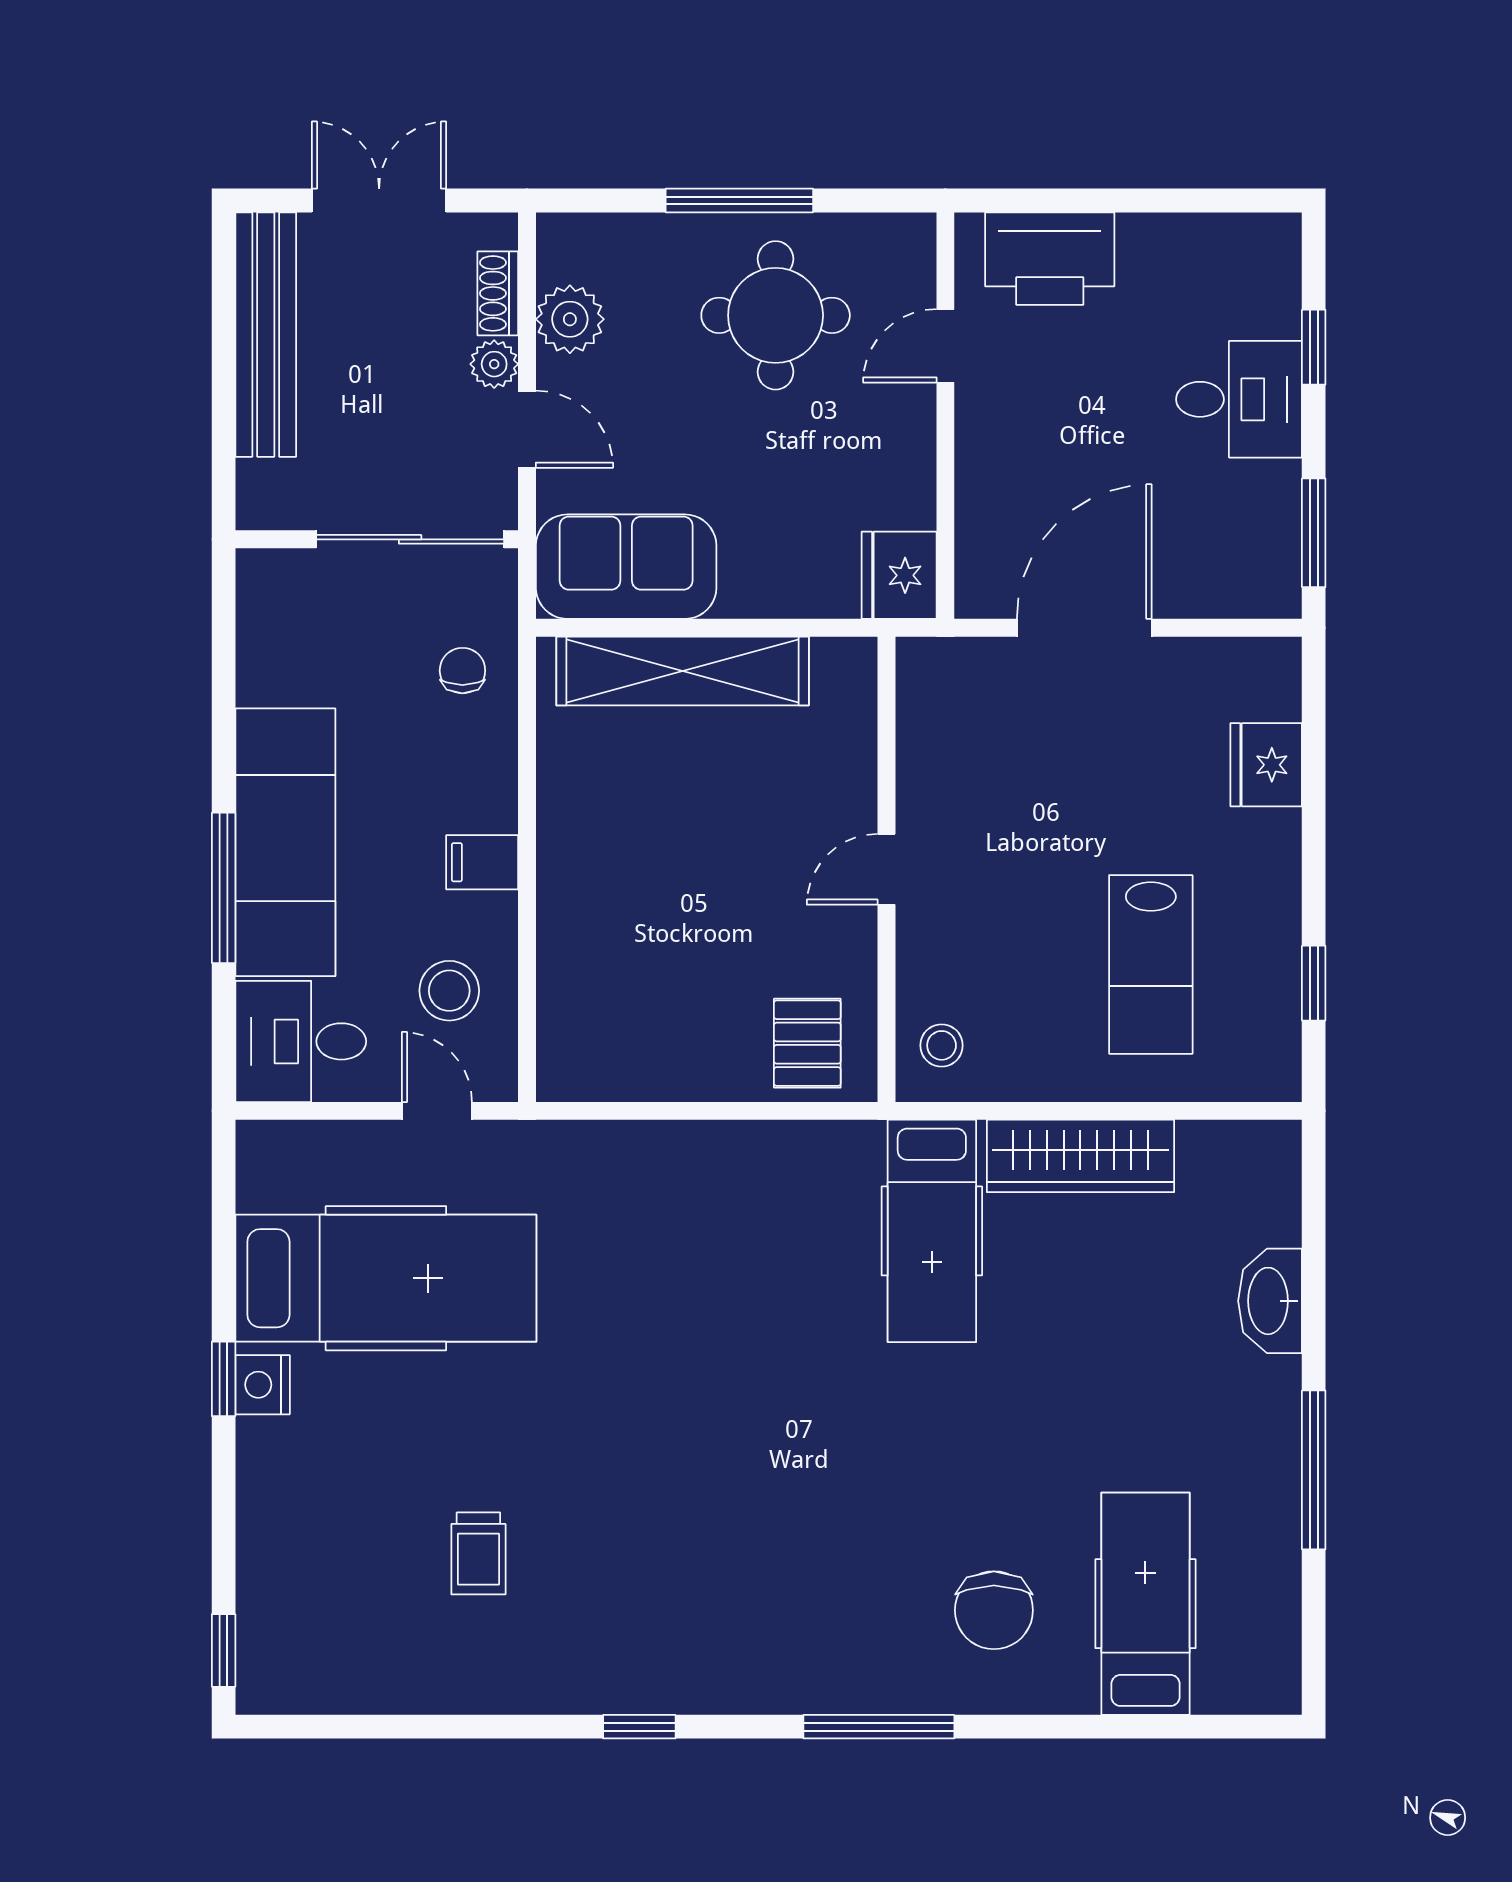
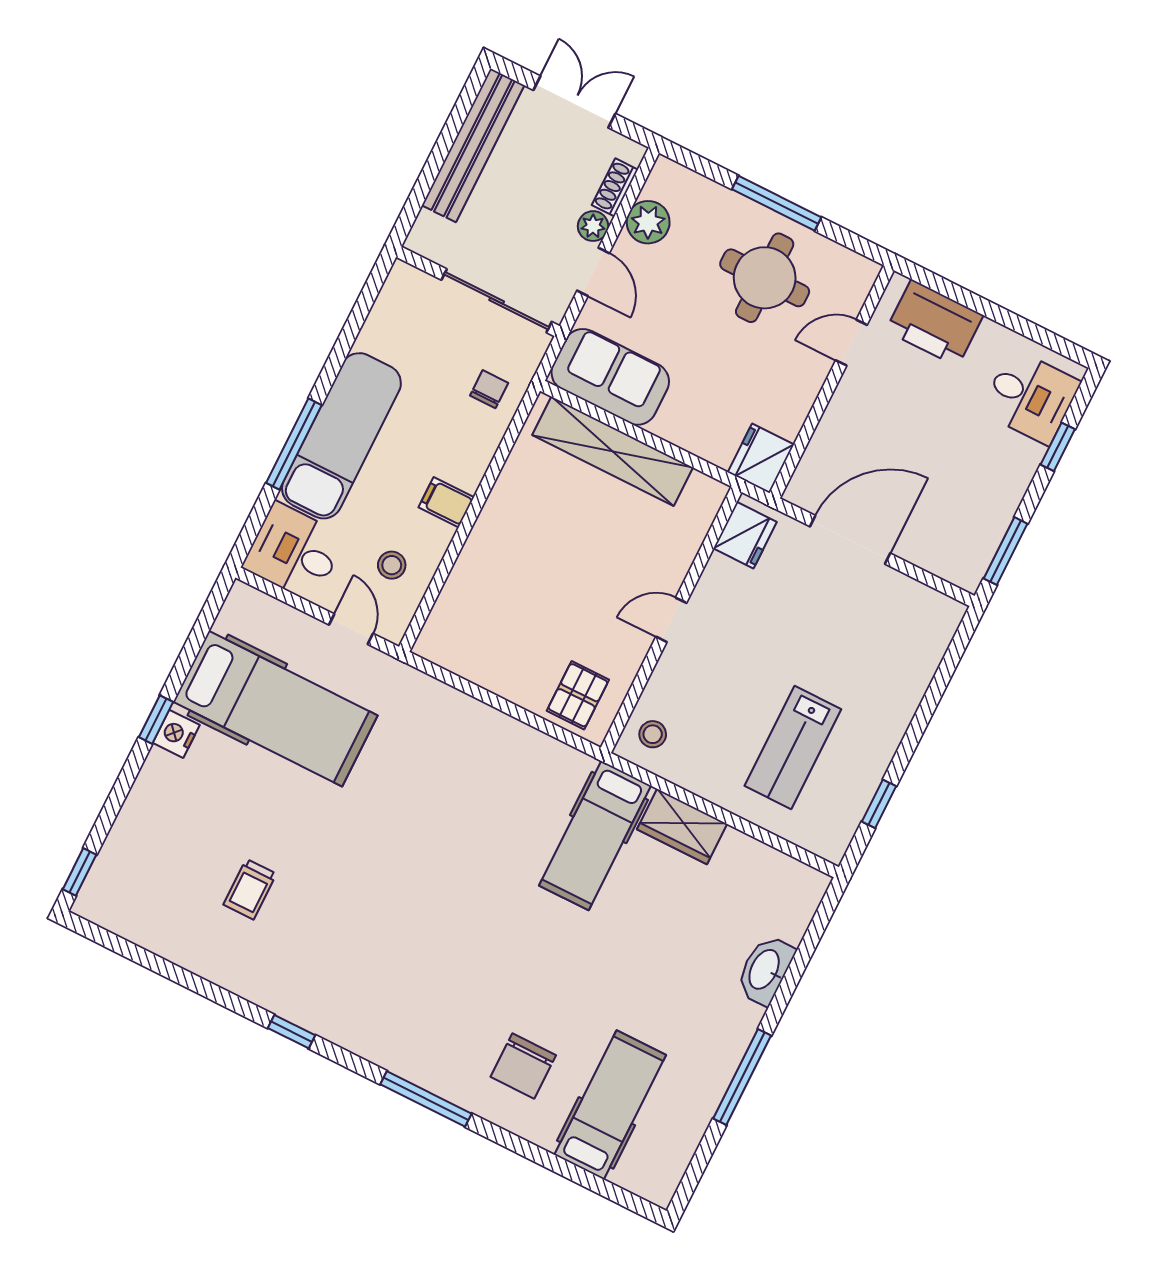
desk: (1239, 399) -> (1030, 397), moved
fridge: (1266, 765) -> (745, 535), moved, turned 180
stool: (449, 991) -> (392, 565), width x0.73, depth x0.73
wardrobe: (1080, 1156) -> (682, 827), width x0.67

